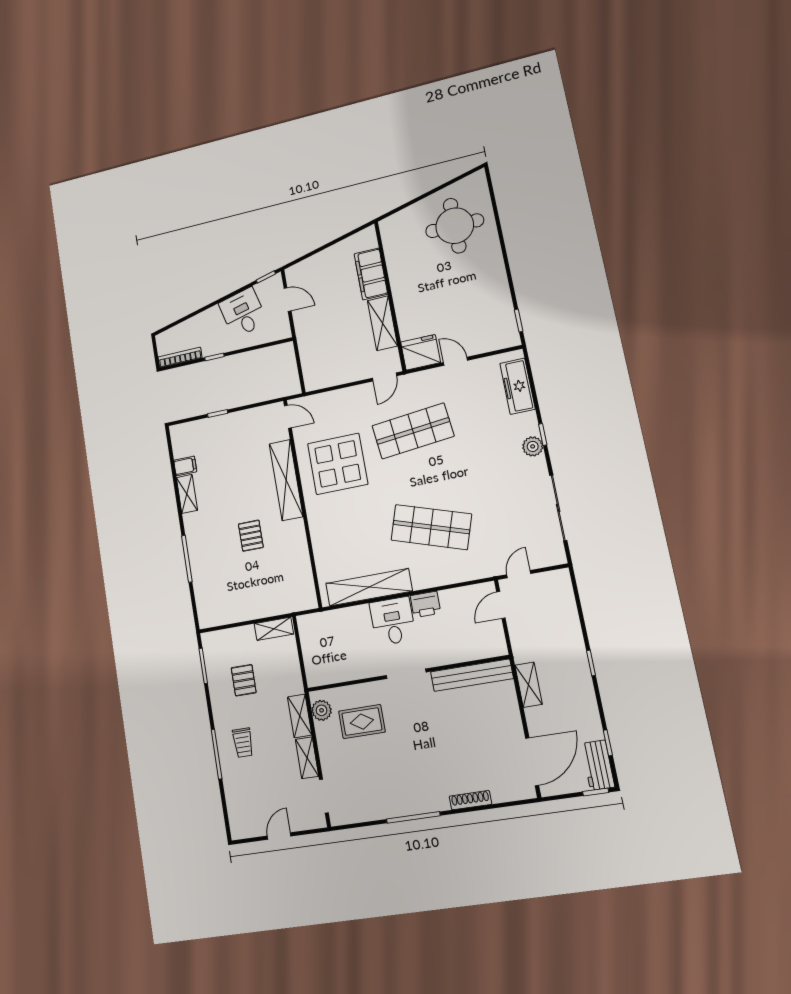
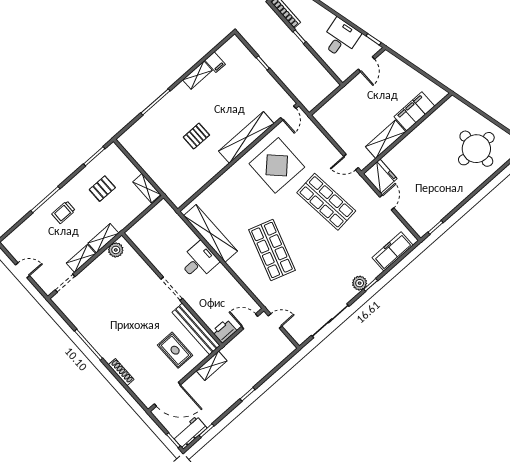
printer: (425, 604) -> (224, 331), moved, turned 90
rug: (362, 722) -> (175, 350), moved

